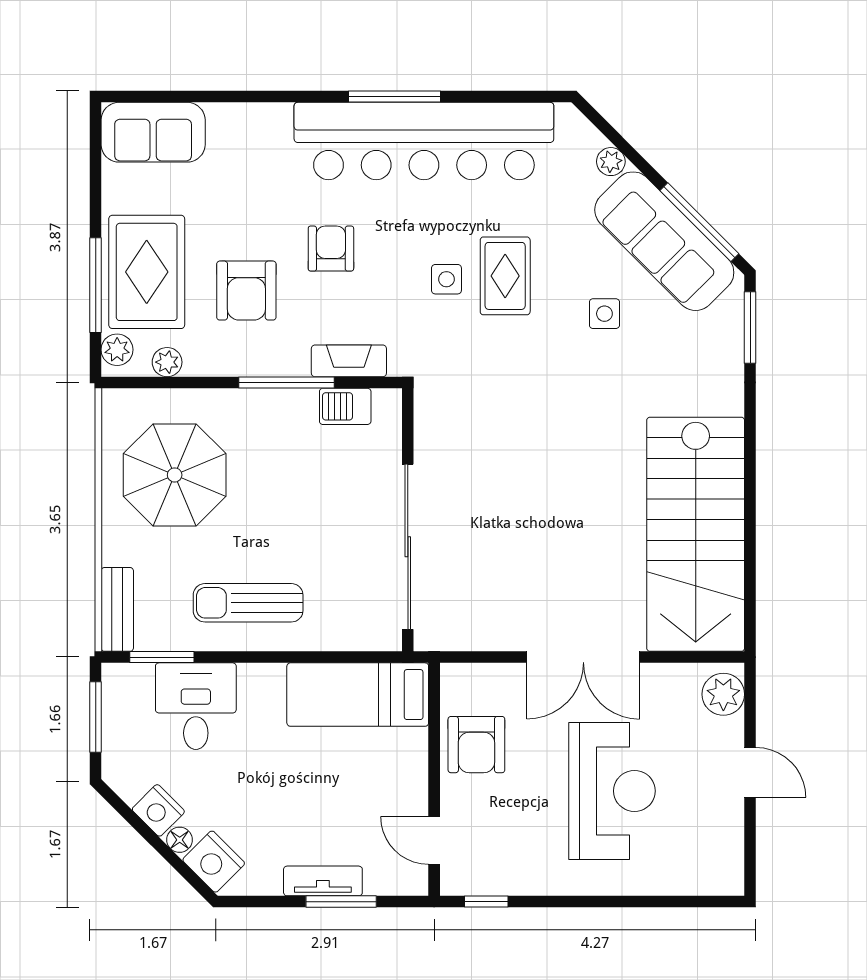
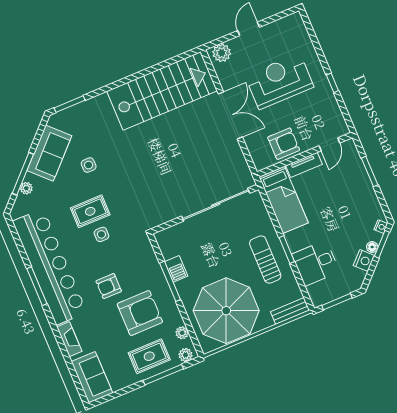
window: (699, 222) -> (23, 174), moved
sofa: (664, 241) -> (49, 153), width x0.73
rug: (147, 272) -> (149, 356), width x0.73, depth x0.70
armchair: (246, 291) -> (140, 313), width x1.36, depth x1.36
fireplace: (349, 361) -> (69, 339), moved, turned 180
barbecue: (345, 406) -> (176, 269), moved
parasol: (175, 475) -> (226, 311), width x1.36, depth x1.36
sun lounger: (248, 603) -> (265, 259), turned 180
window: (162, 657) -> (287, 250), moved
nightstand: (214, 862) -> (381, 227), width x0.53, depth x0.56
window: (177, 863) -> (382, 244), added
tv unit: (323, 881) -> (304, 165), moved, turned -90
window: (486, 902) -> (332, 83), moved

